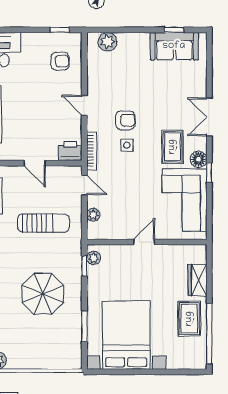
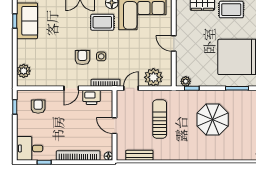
printer: (70, 151) -> (92, 97), moved, turned -90
door: (35, 163) -> (115, 126), swing flipped
plant: (93, 215) -> (153, 77), width x1.87, depth x1.87

